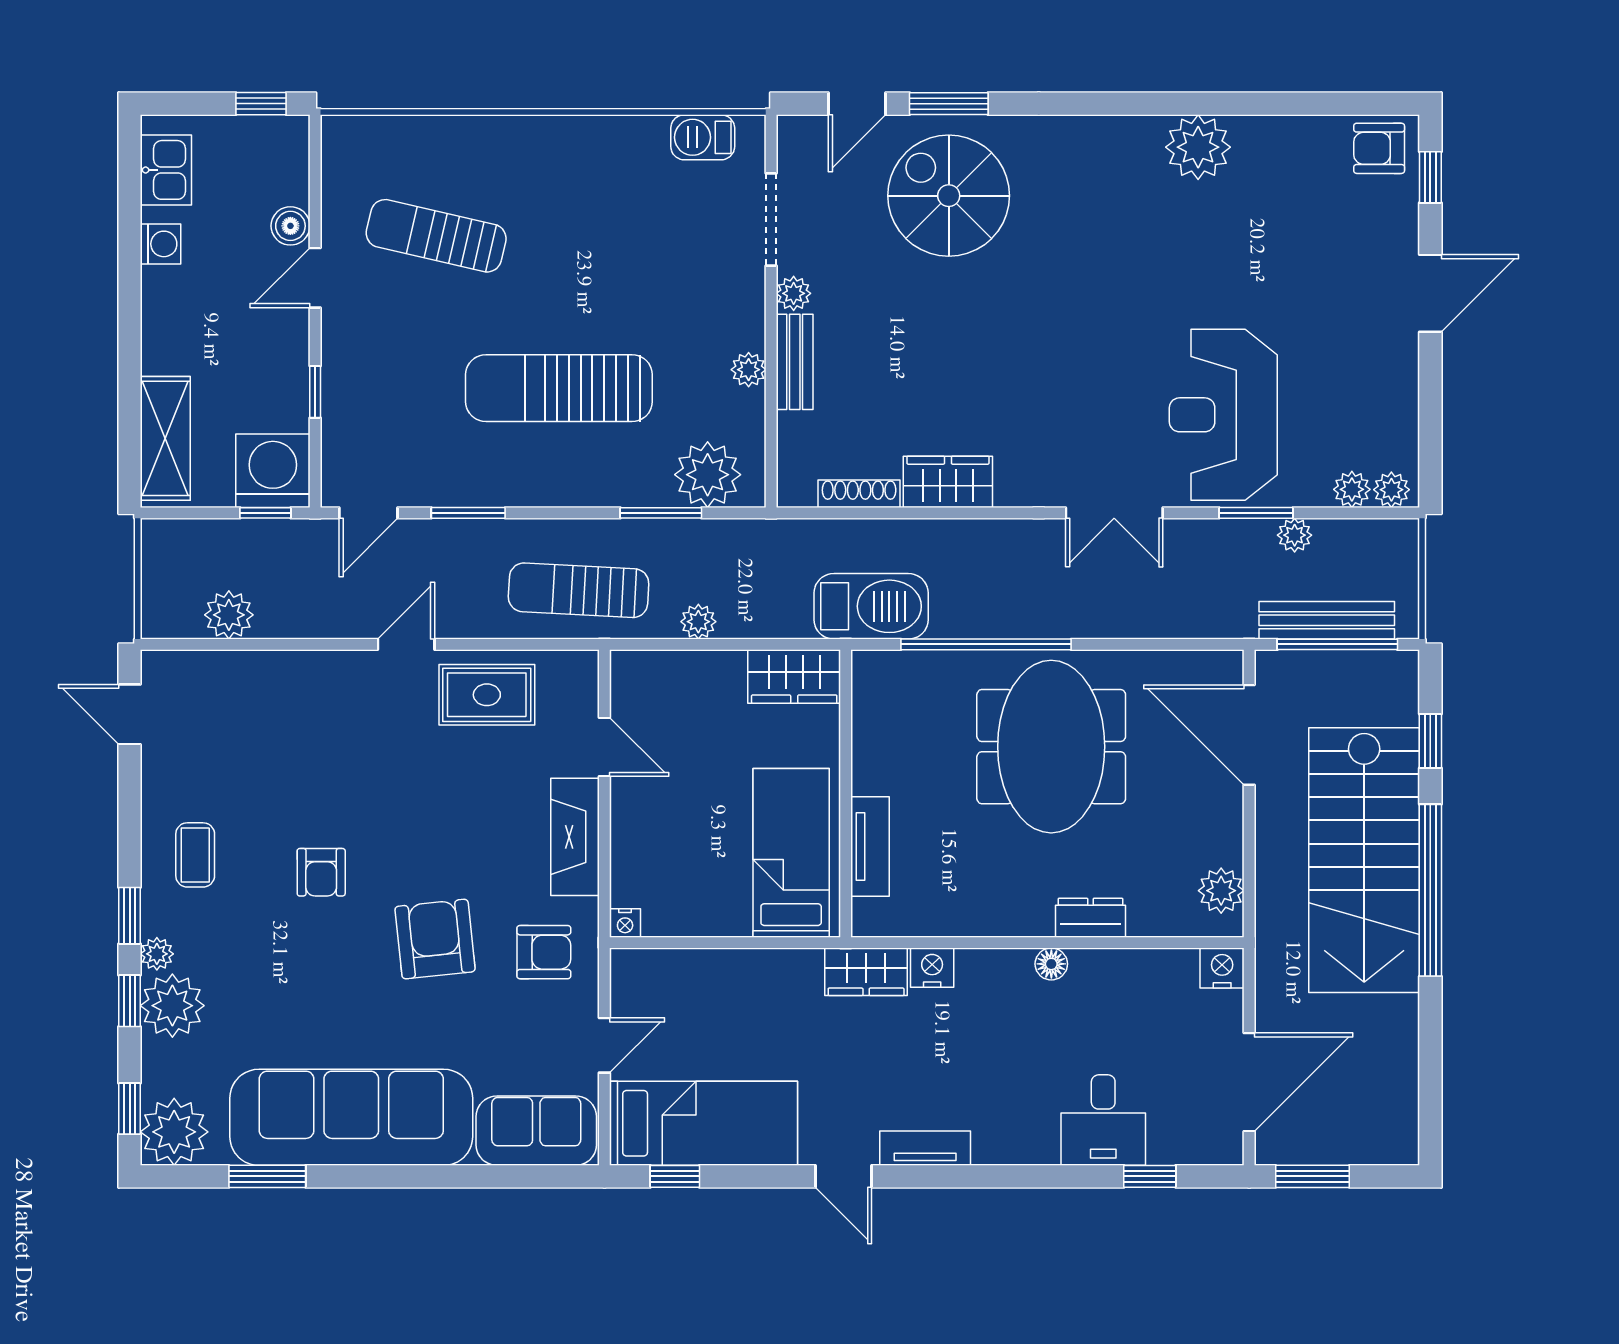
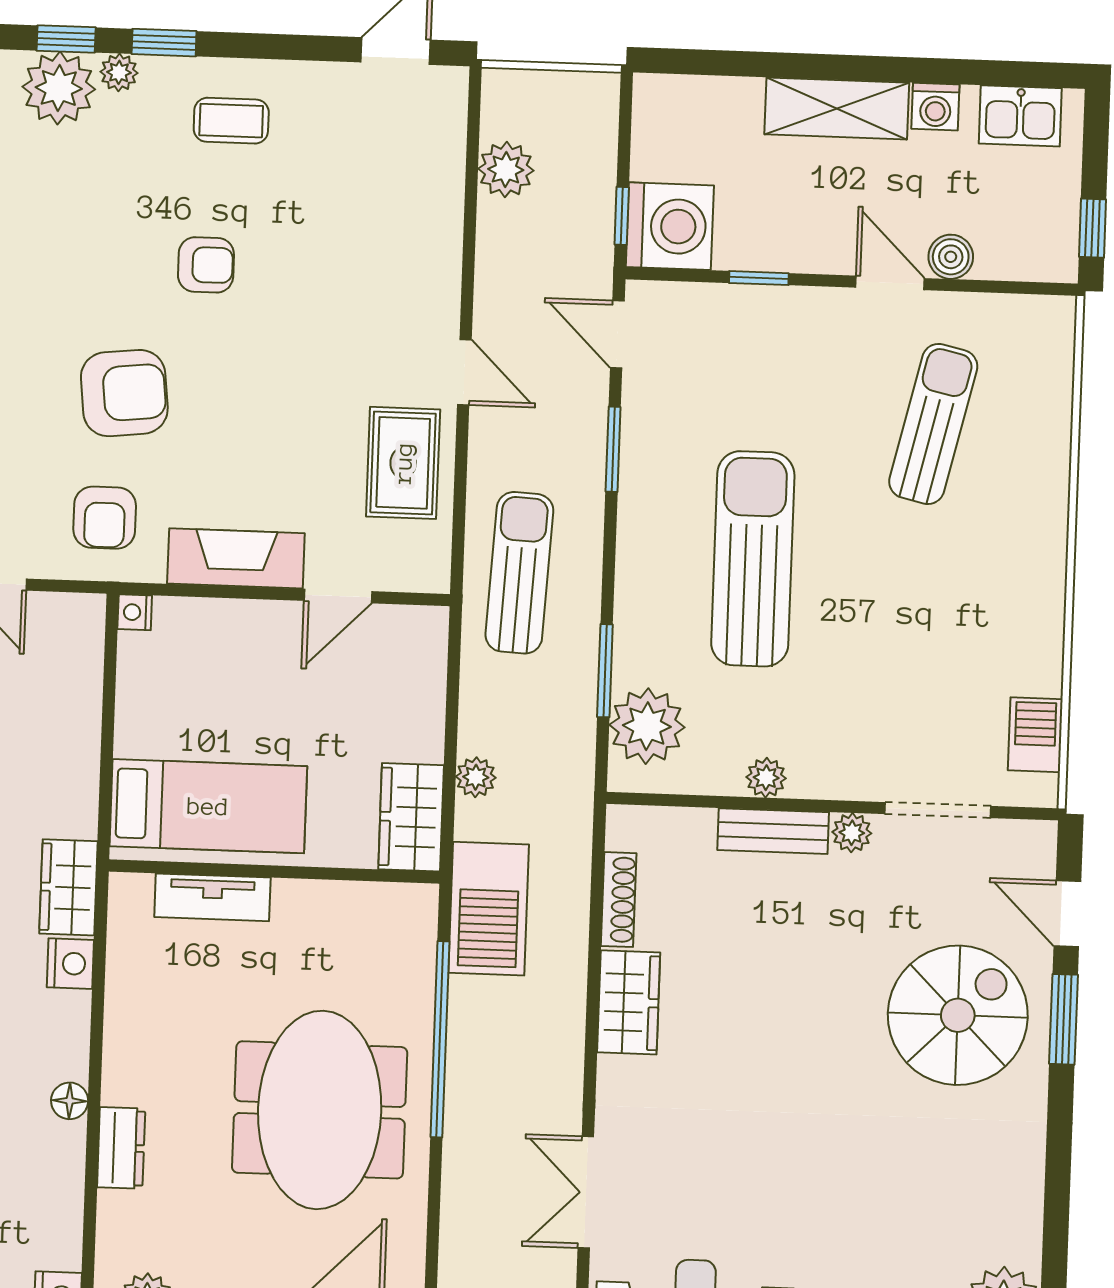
shelving: (165, 438) -> (837, 108), moved
plant: (698, 622) -> (476, 777), moved
meeting table: (1051, 747) -> (320, 1110), turned 90
armchair: (321, 872) -> (206, 265), turned 180

